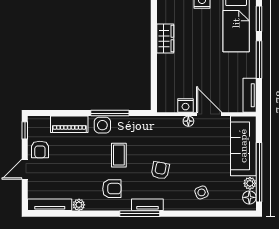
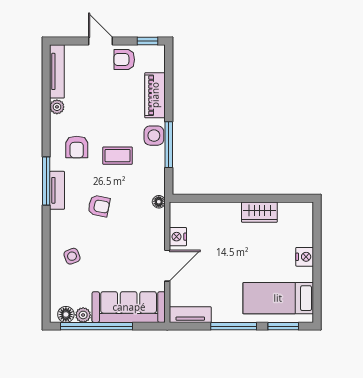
floor lamp: (188, 121) -> (159, 202), moved

